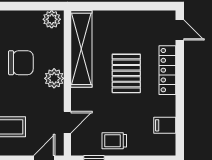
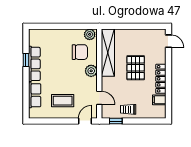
chair: (21, 63) -> (80, 52), moved
locker: (167, 70) -> (161, 79), moved
door: (67, 122) -> (99, 98), hinge flipped

